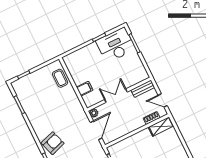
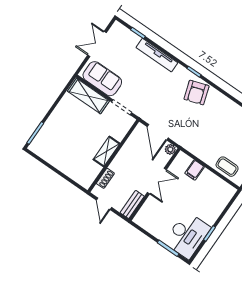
door: (163, 100) -> (104, 204), swing flipped
shelving: (161, 126) -> (107, 151), moved

